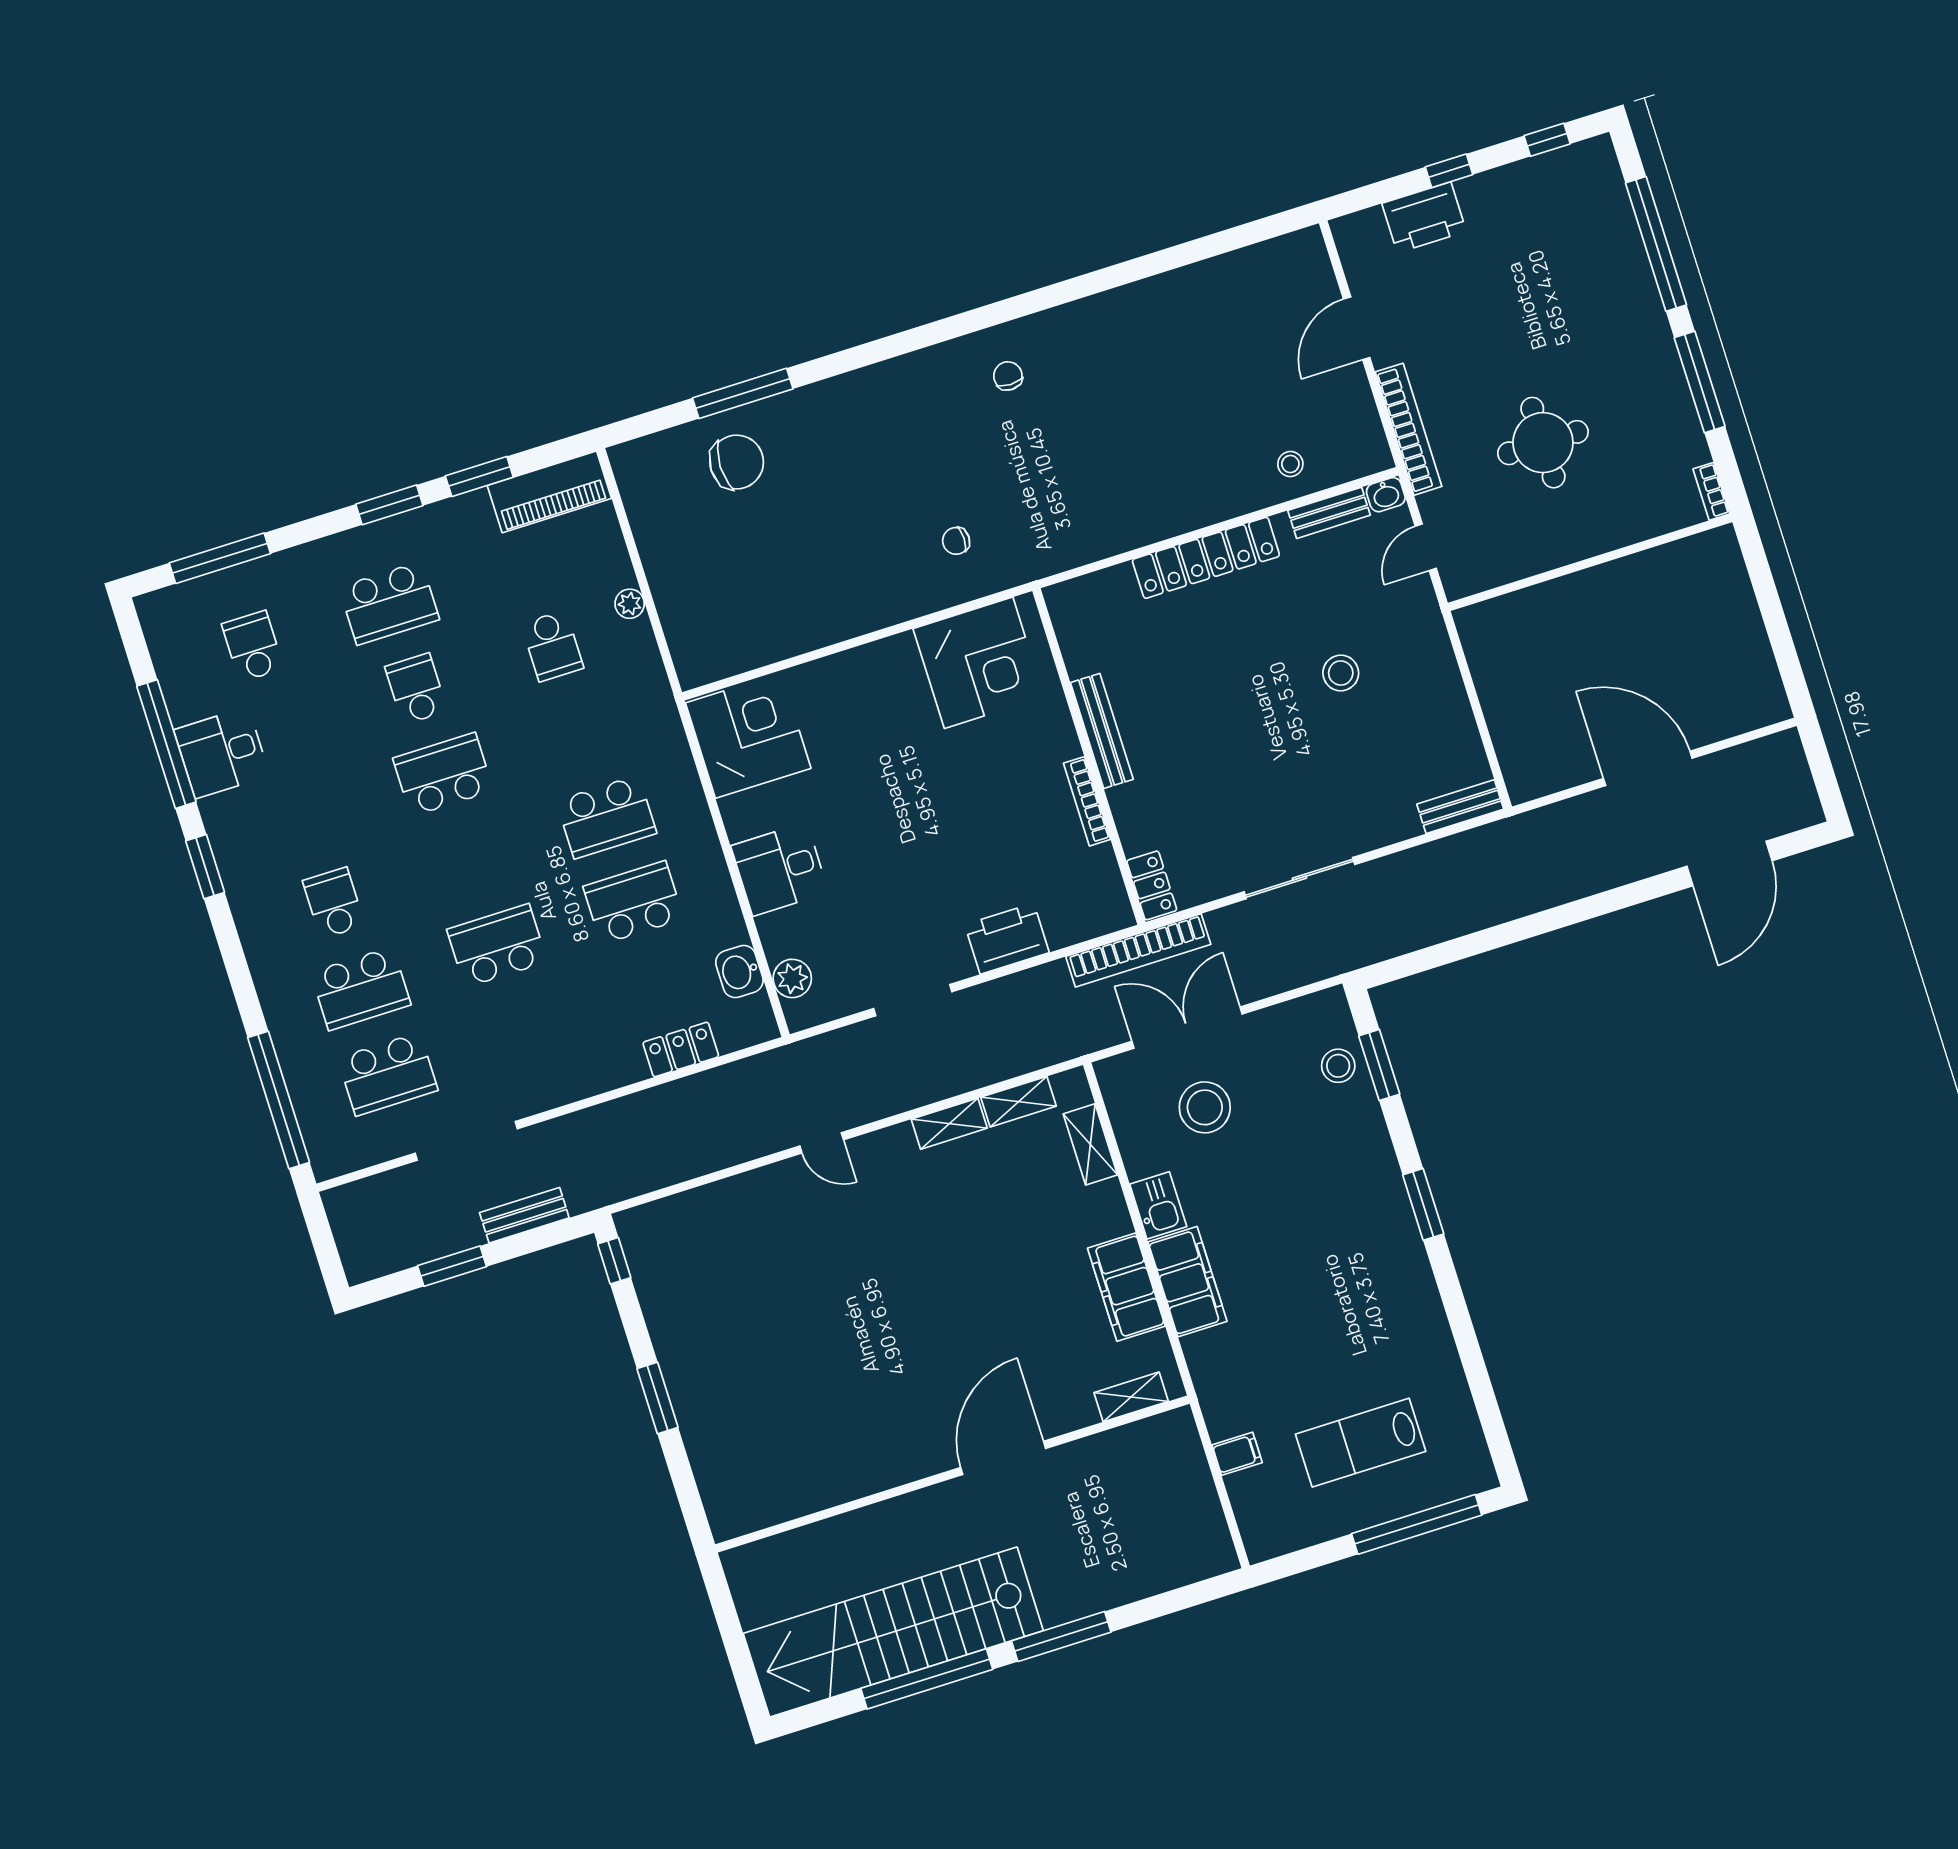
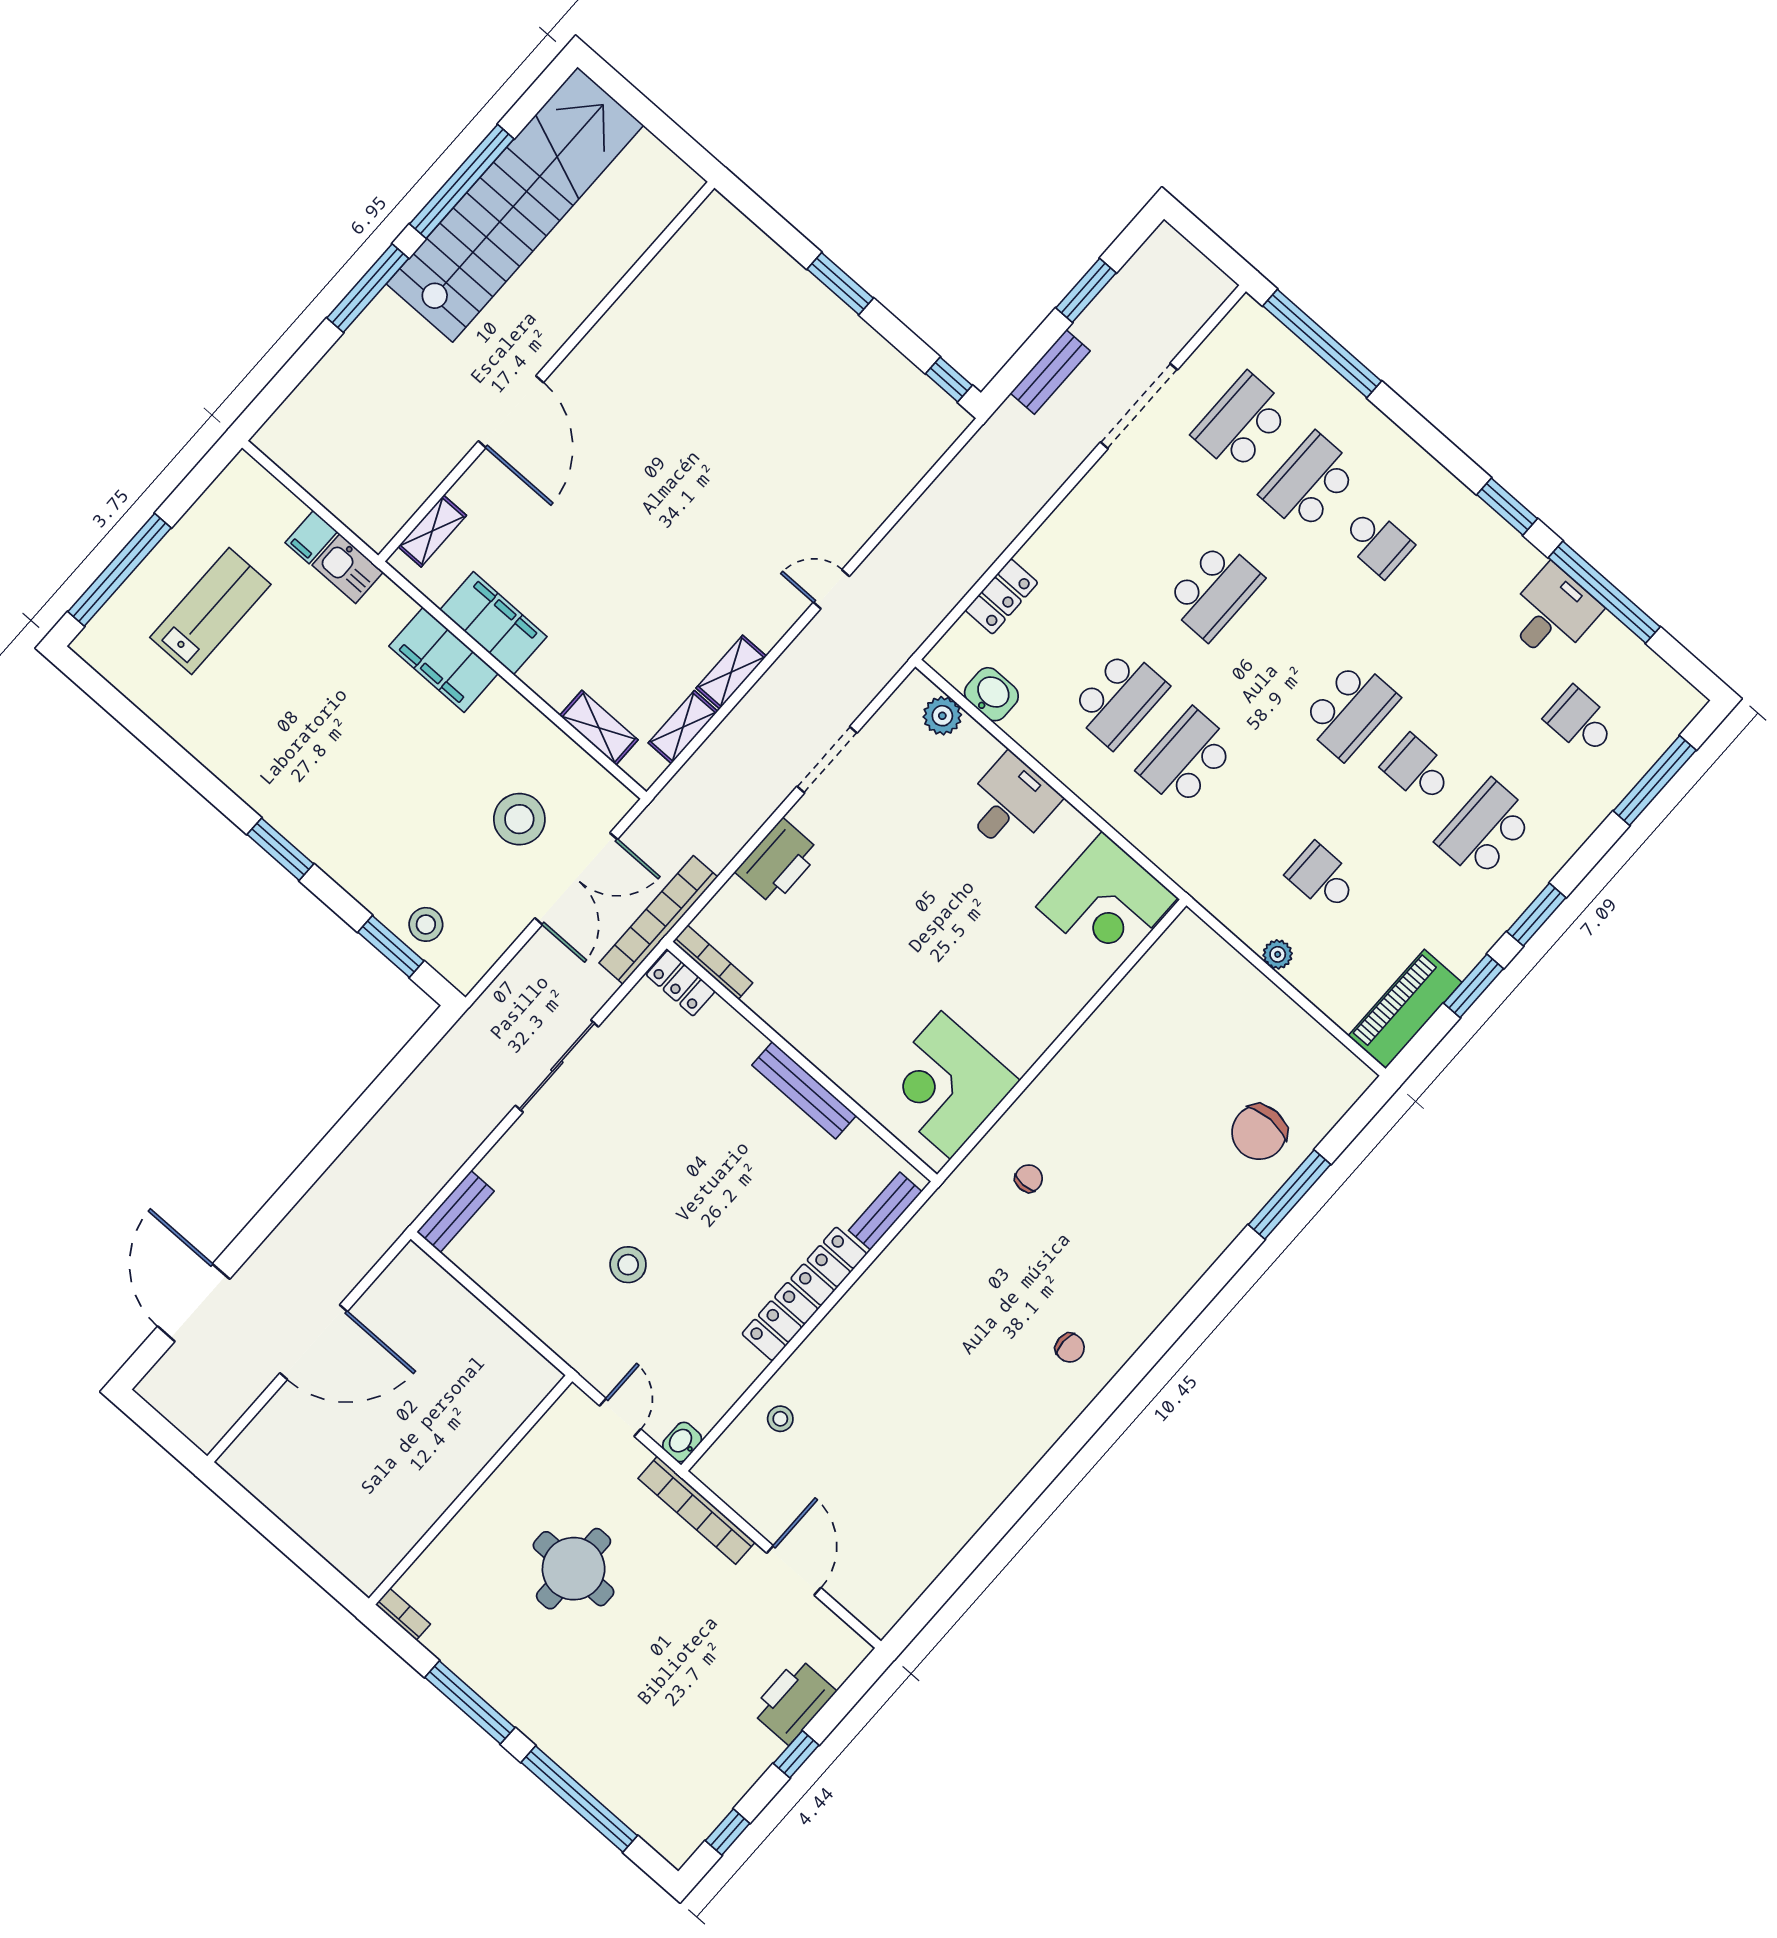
bench: (1329, 513) -> (885, 1211), moved
school desk: (253, 646) -> (1581, 722), turned 180
school desk: (416, 689) -> (1418, 770), turned 180
bookcase: (1087, 801) -> (713, 962), moved
kitchen sink: (1158, 1205) -> (348, 569), moved

